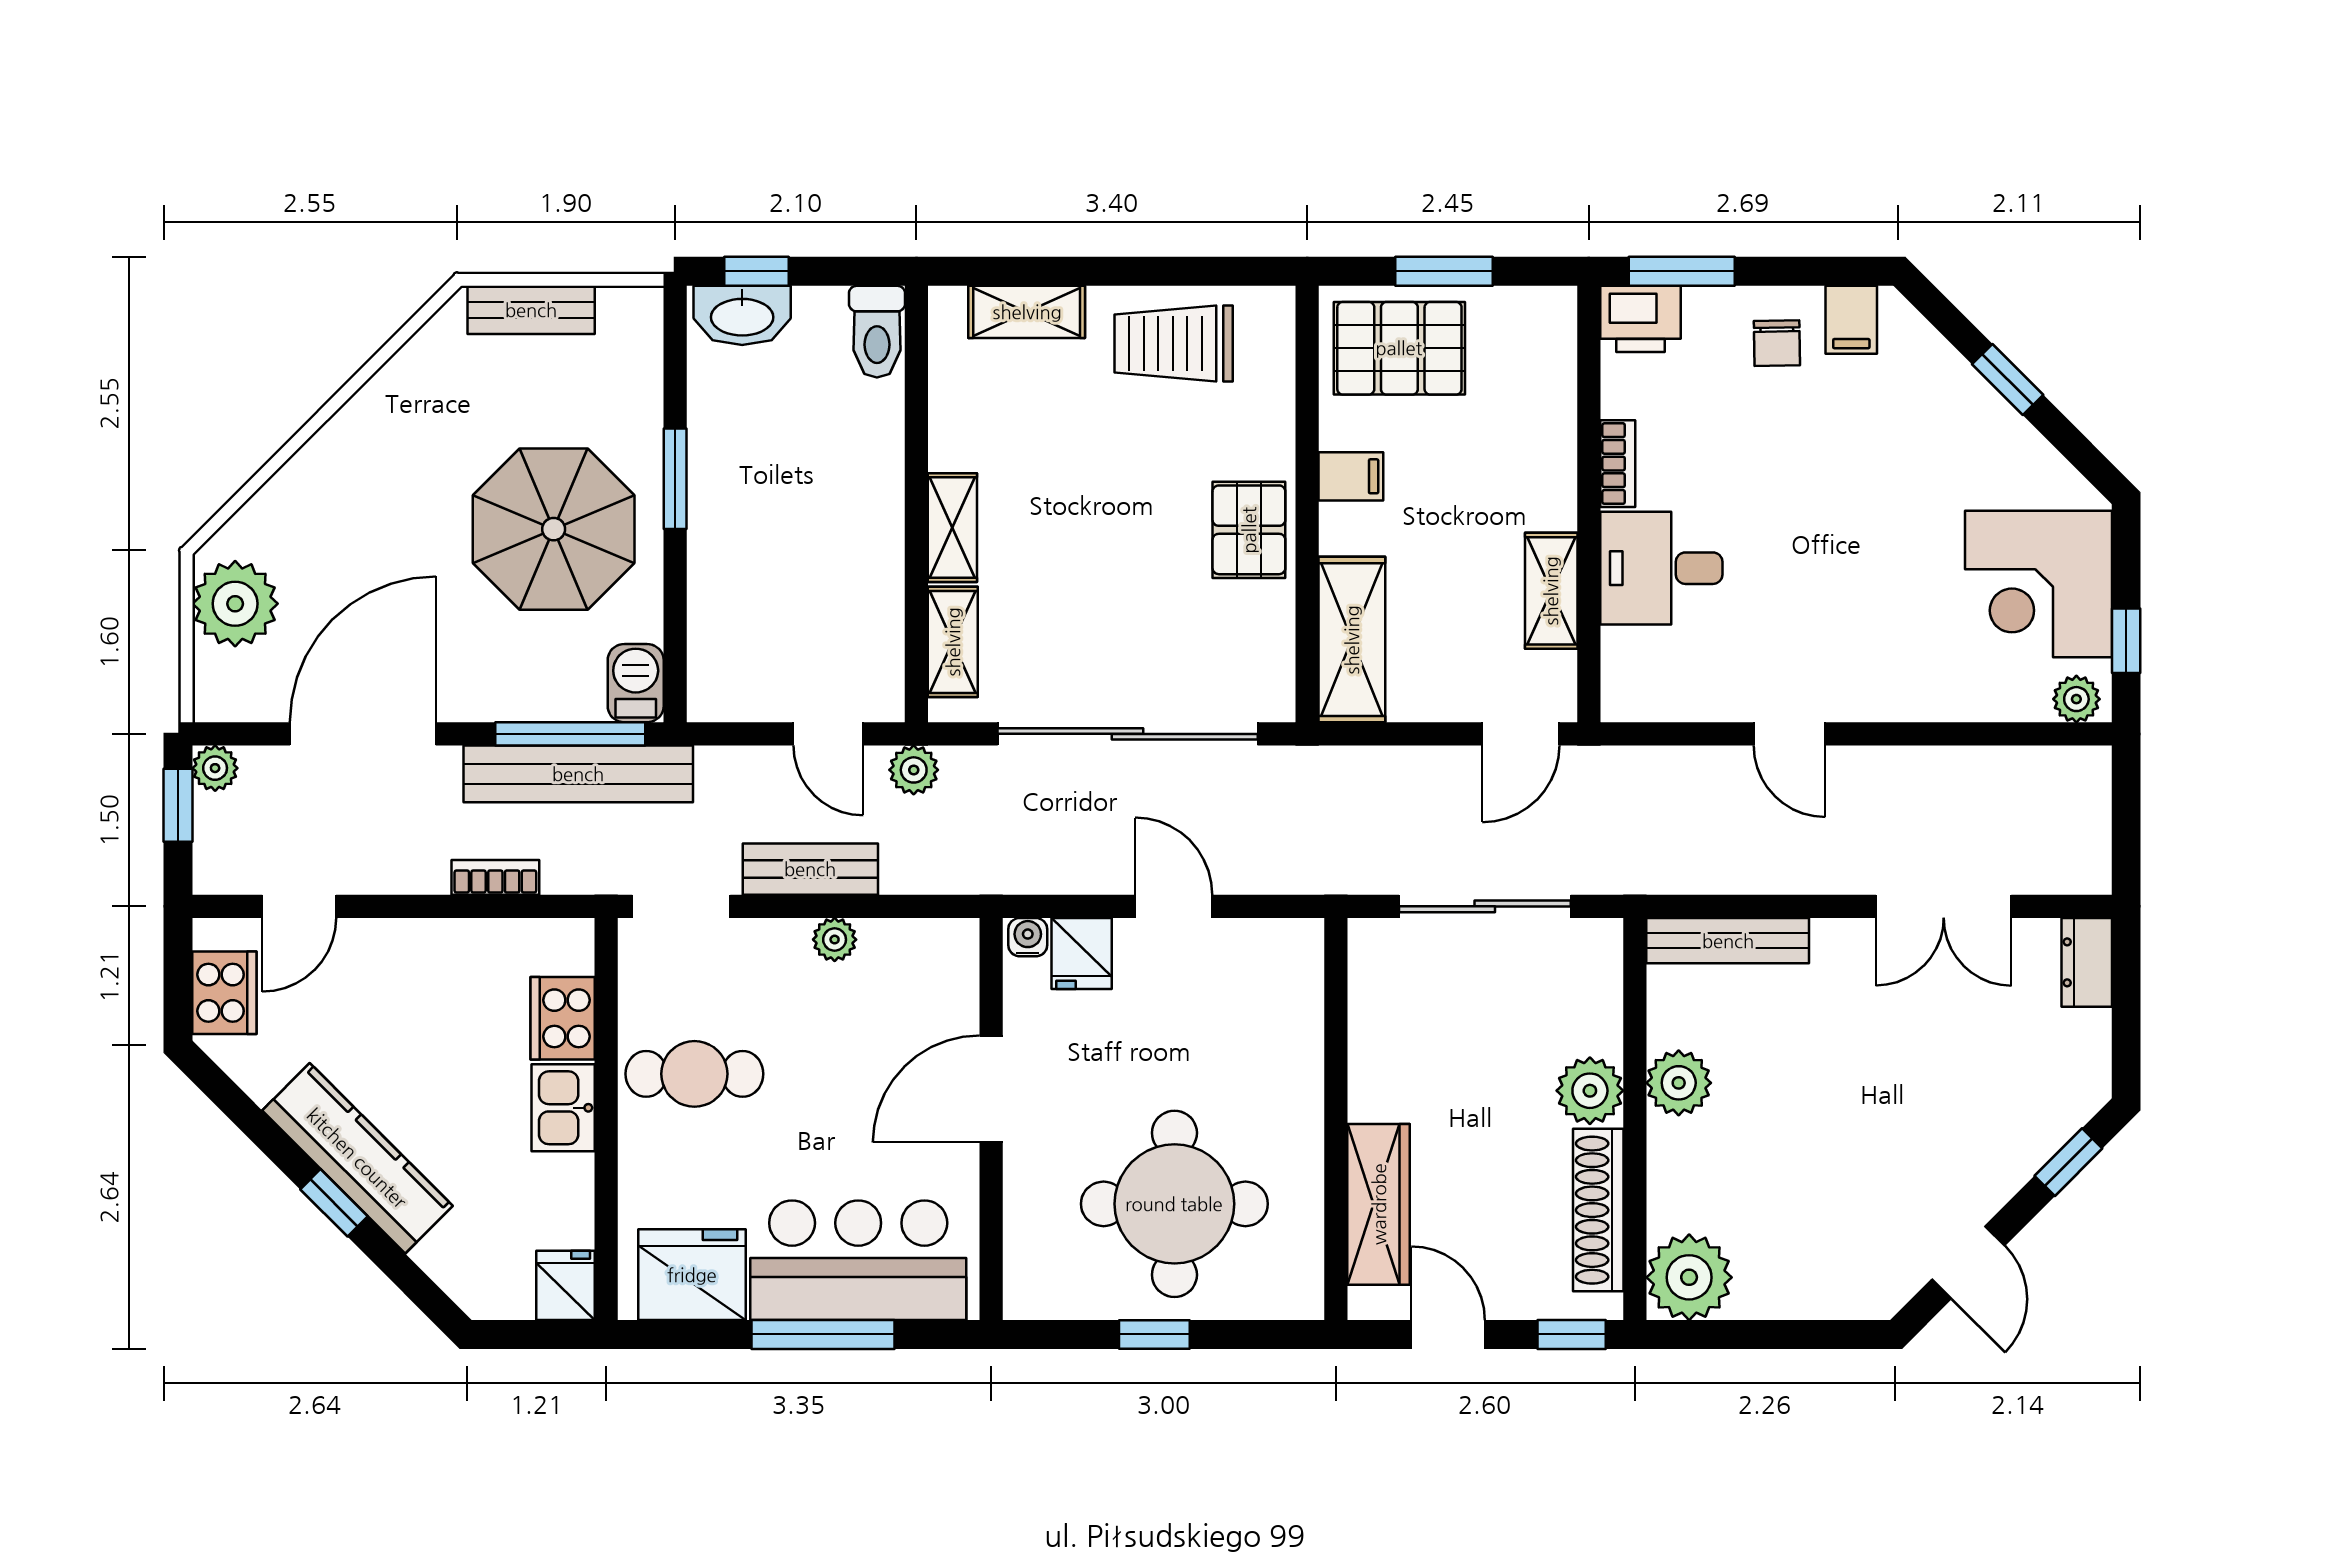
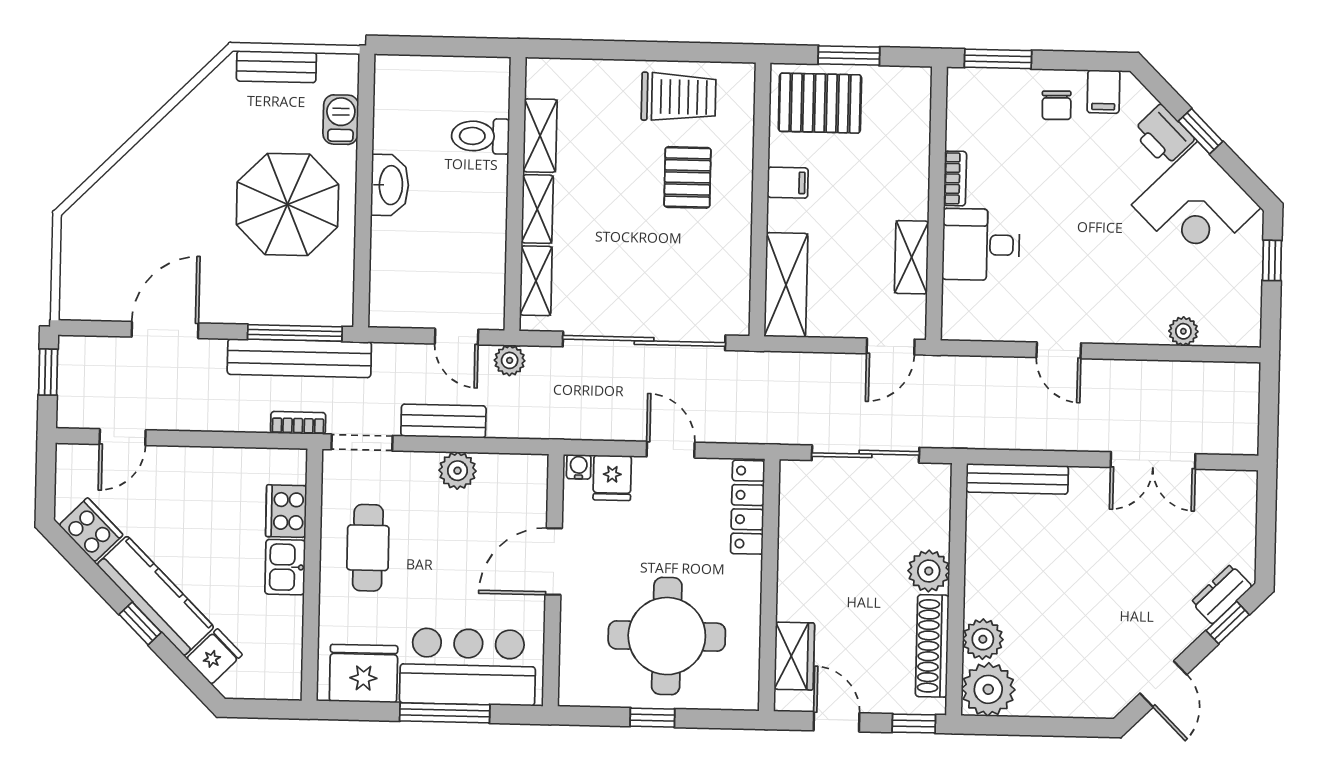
window: (756, 271) -> (418, 46), removed
shelving: (1027, 312) -> (540, 136), moved, turned 90
washbasin: (742, 315) -> (390, 185), moved, turned -90
printer: (1640, 319) -> (1163, 135), moved, turned 45
toilet: (877, 332) -> (480, 136), moved, turned 90
trolley: (1174, 343) -> (679, 97), turned 180
window: (675, 479) -> (364, 175), removed
pallet: (1249, 530) -> (687, 177), moved
corner desk: (2038, 584) -> (1196, 206), moved, turned -45
plant: (235, 604) -> (87, 247), removed
window: (2126, 641) -> (1272, 260), moved
barbecue: (636, 683) -> (341, 120), moved
plant: (2076, 699) -> (1183, 331), moved
door: (363, 734) -> (165, 330), width x0.73
plant: (215, 768) -> (72, 349), removed
bookcase: (495, 877) -> (298, 423), moved
plant: (835, 940) -> (457, 471), width x1.38, depth x1.38
dresser: (2087, 962) -> (1222, 594), moved, turned 45
cooker: (224, 993) -> (91, 530), moved, turned -45
locker: (1299, 995) -> (748, 507), added
cafe table: (694, 1074) -> (368, 548), turned 90
plant: (1679, 1083) -> (983, 639), moved
wardrobe: (1379, 1204) -> (794, 656), width x0.67
fridge: (565, 1285) -> (214, 656), moved, turned 45

